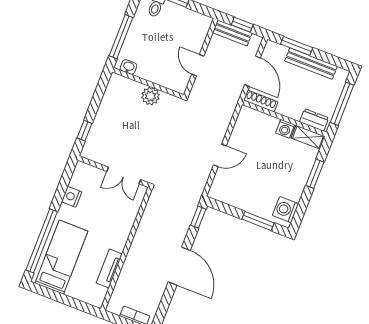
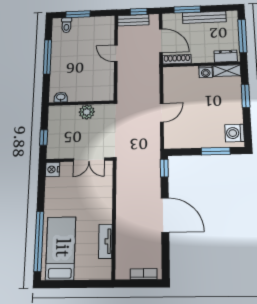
washbasin: (129, 67) -> (61, 97), moved
wall: (148, 83) -> (81, 103), moved
plant: (150, 96) -> (87, 112), moved
nightstand: (72, 197) -> (53, 169), moved

